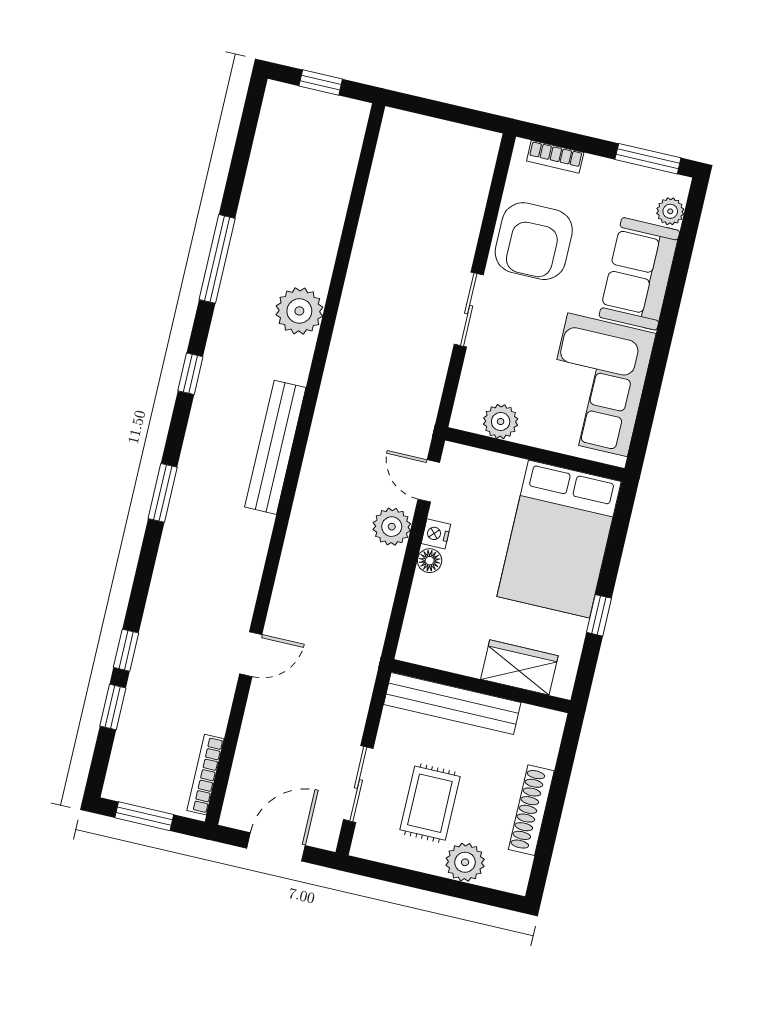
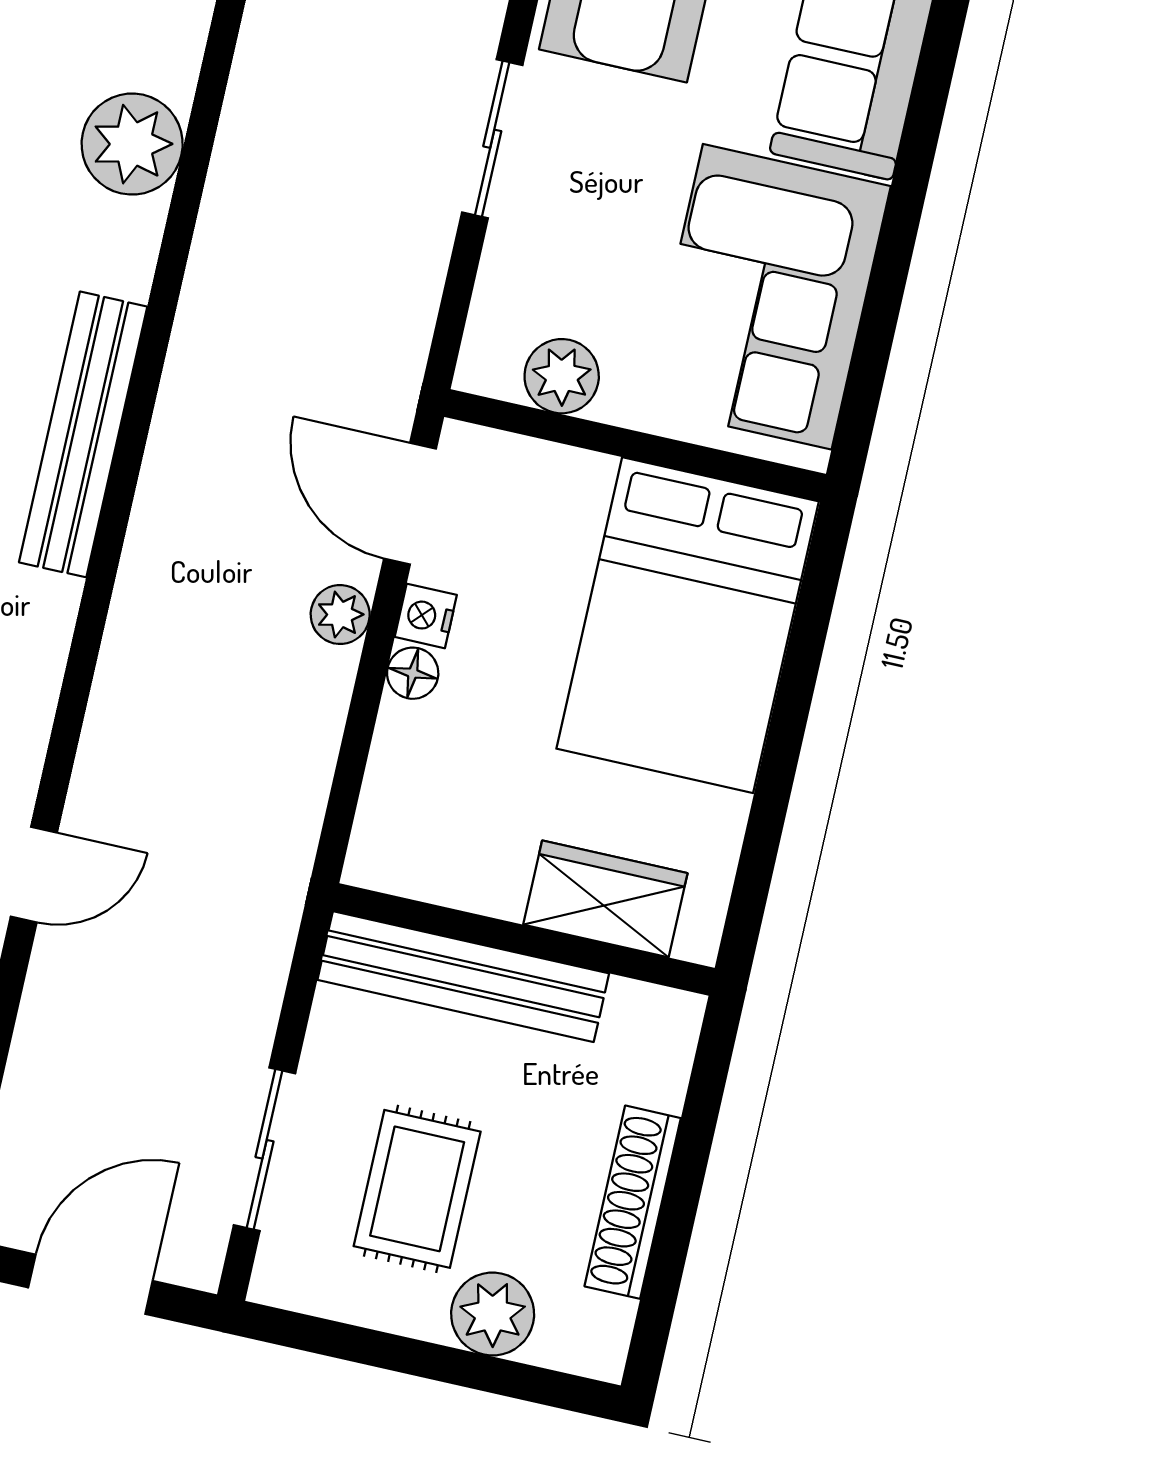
door: (429, 481) -> (410, 504), width x1.38
plant: (392, 527) -> (340, 615), width x0.73, depth x0.73
window: (599, 615) -> (774, 787), removed

